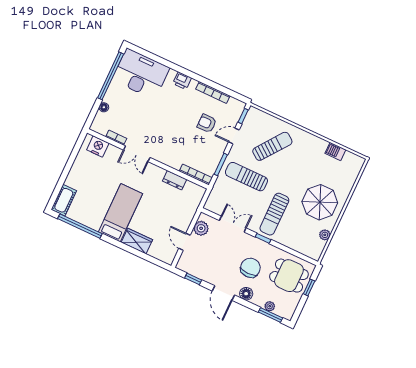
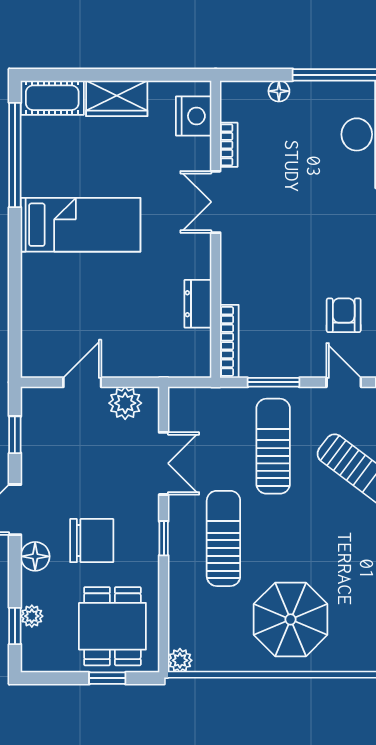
sun lounger: (274, 214) -> (223, 538), turned 90
plant: (325, 235) -> (180, 660), moved
wardrobe: (137, 241) -> (117, 98), moved, turned 90
window: (270, 315) -> (15, 626), width x0.67

